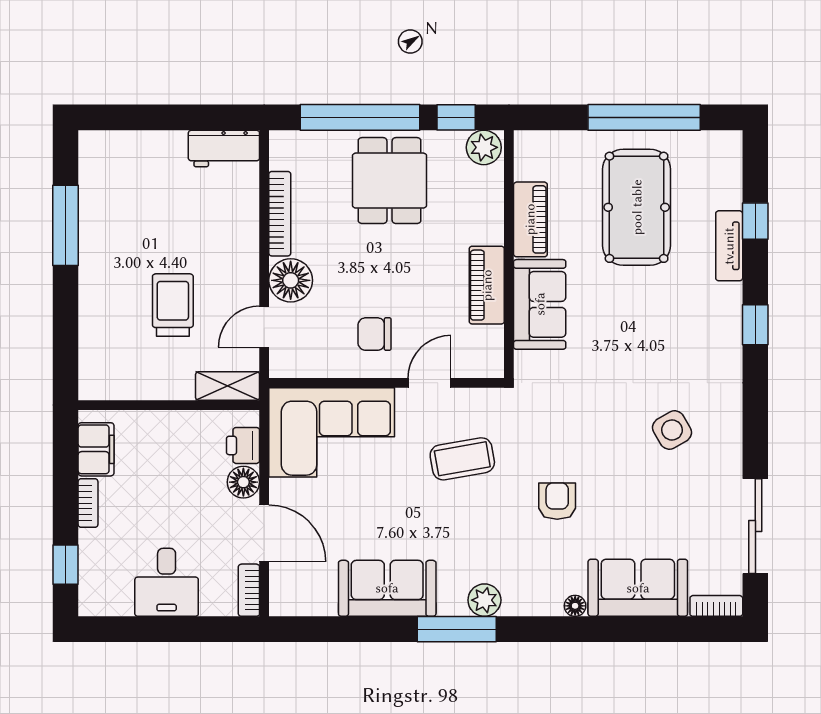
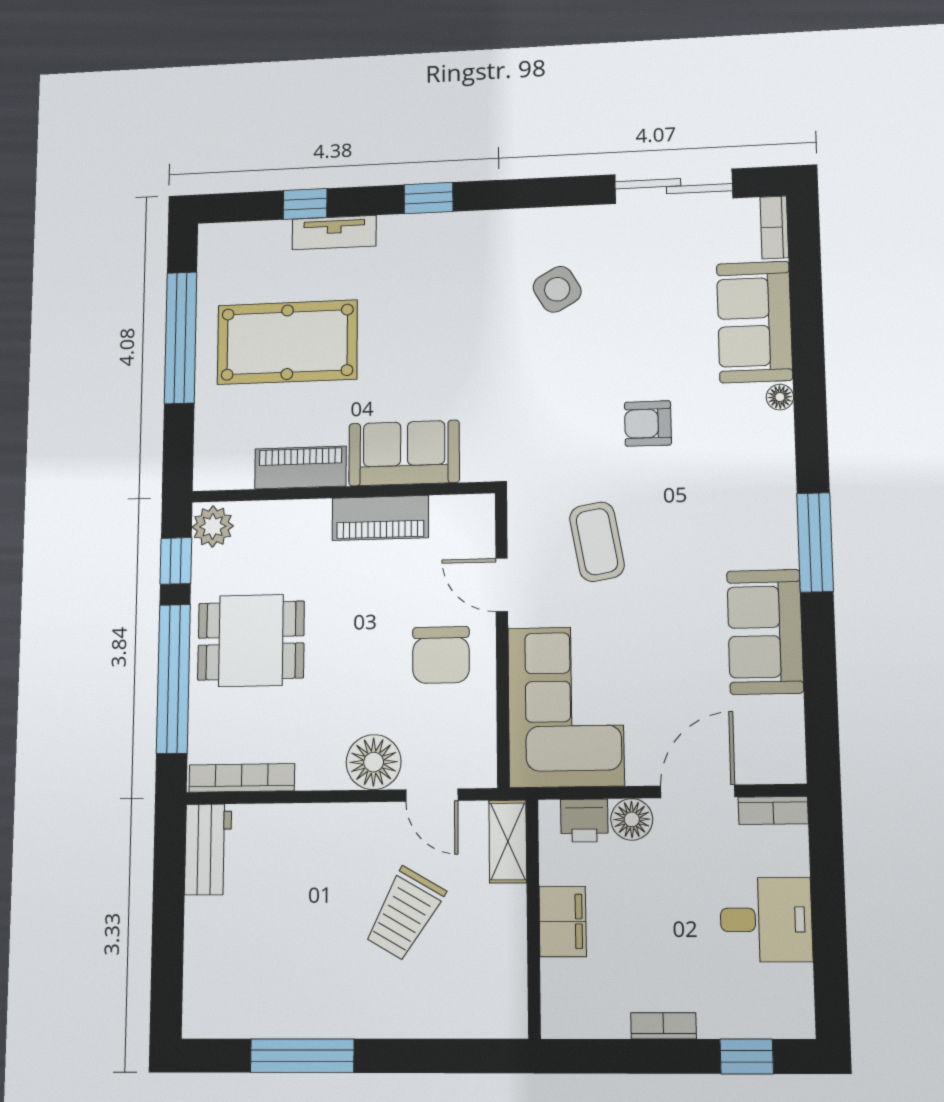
bookcase: (280, 214) -> (242, 778), moved
trolley: (173, 305) -> (405, 914), turned -60
chair: (375, 334) -> (441, 655), width x1.37, depth x1.37
filing cabinet: (96, 449) -> (563, 921), moved, turned 90
plant: (484, 600) -> (776, 509), removed

